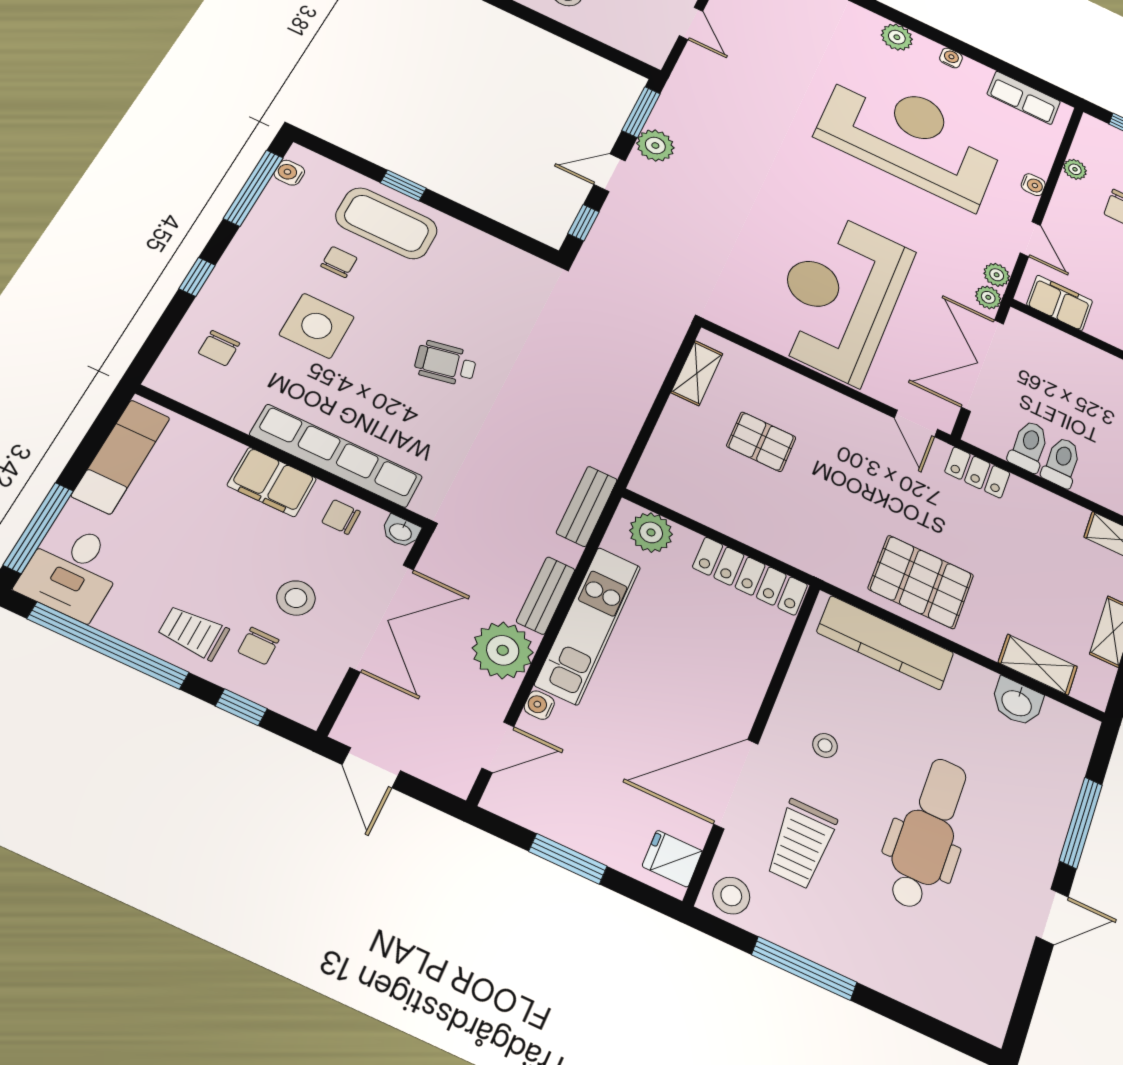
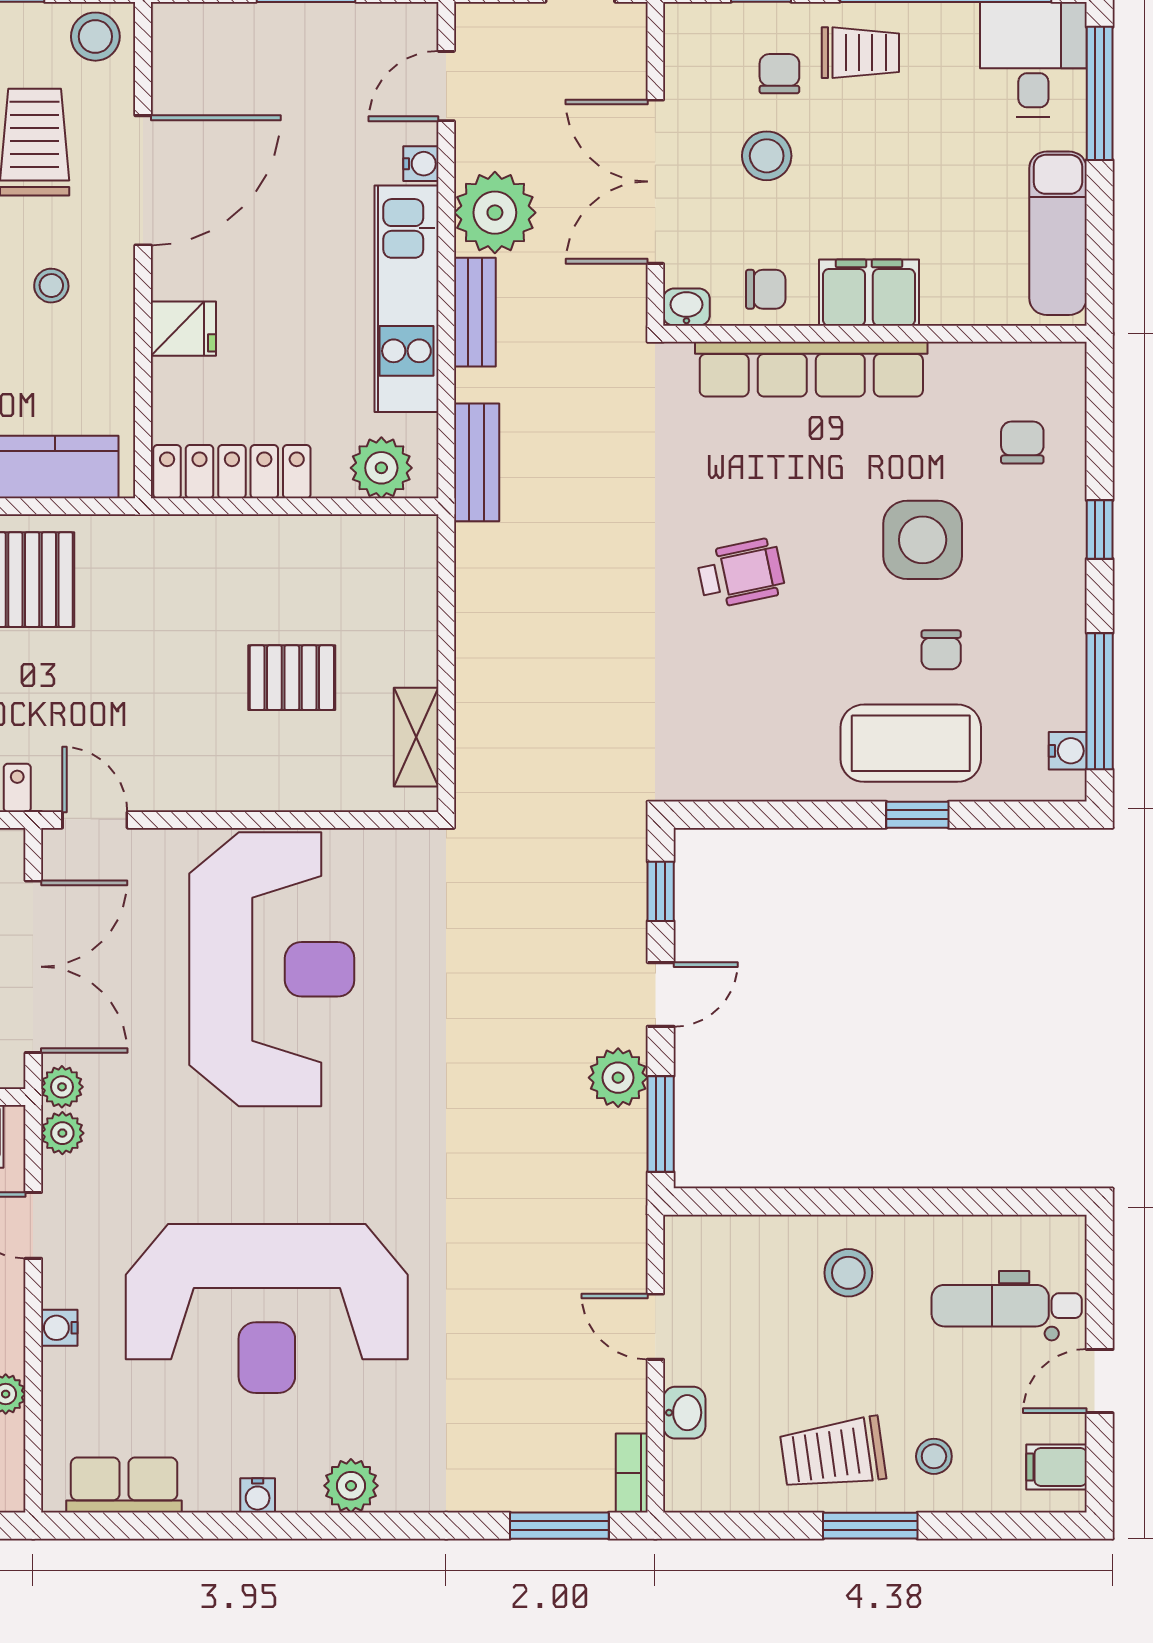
fridge: (672, 859) -> (183, 329), moved

